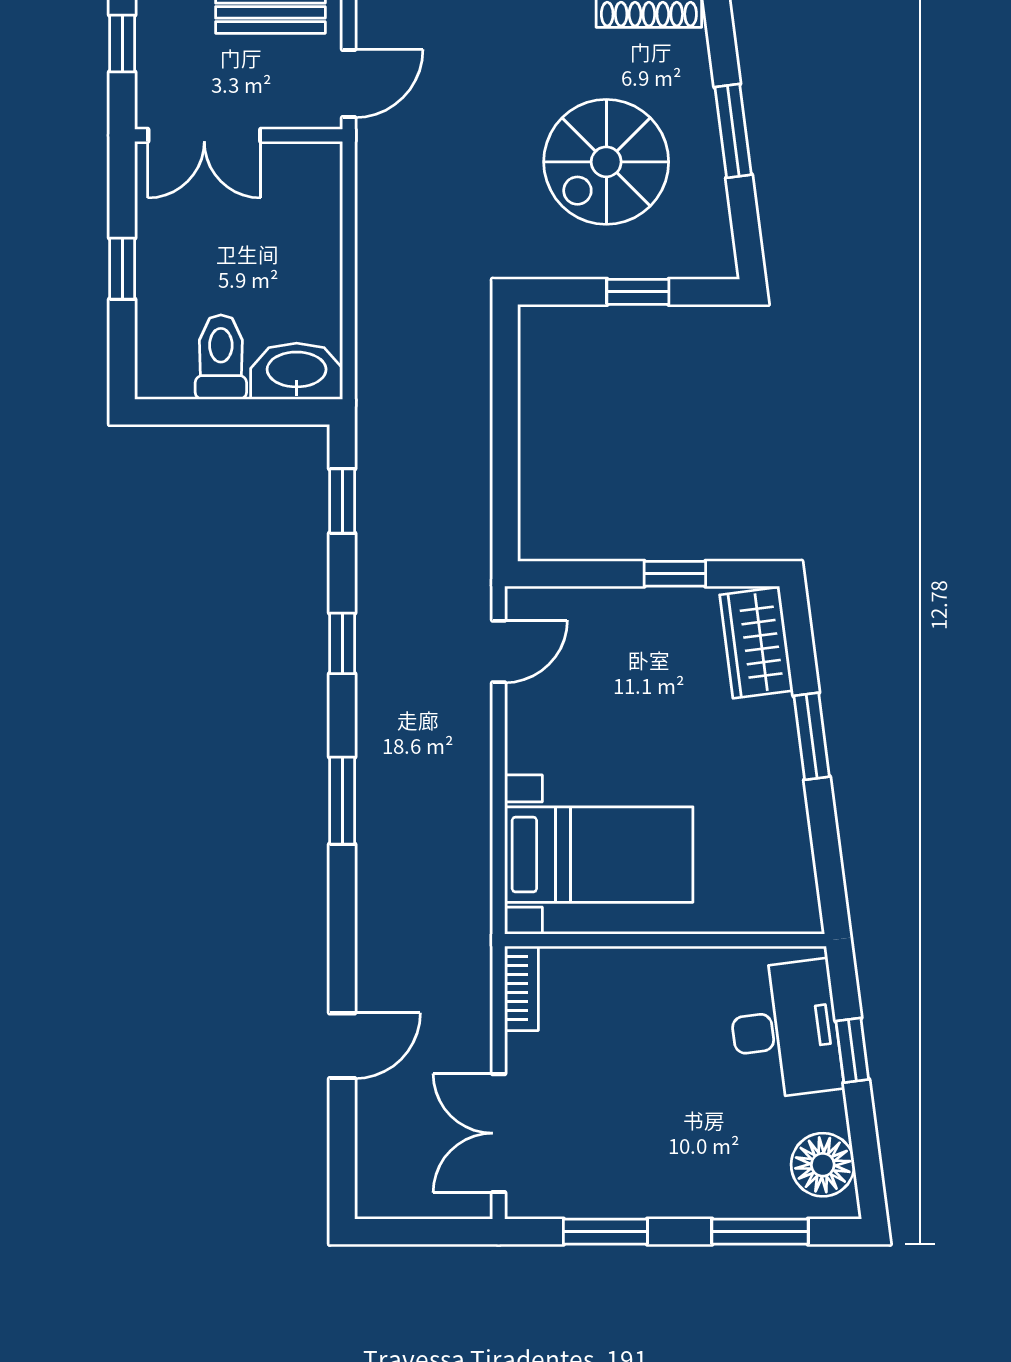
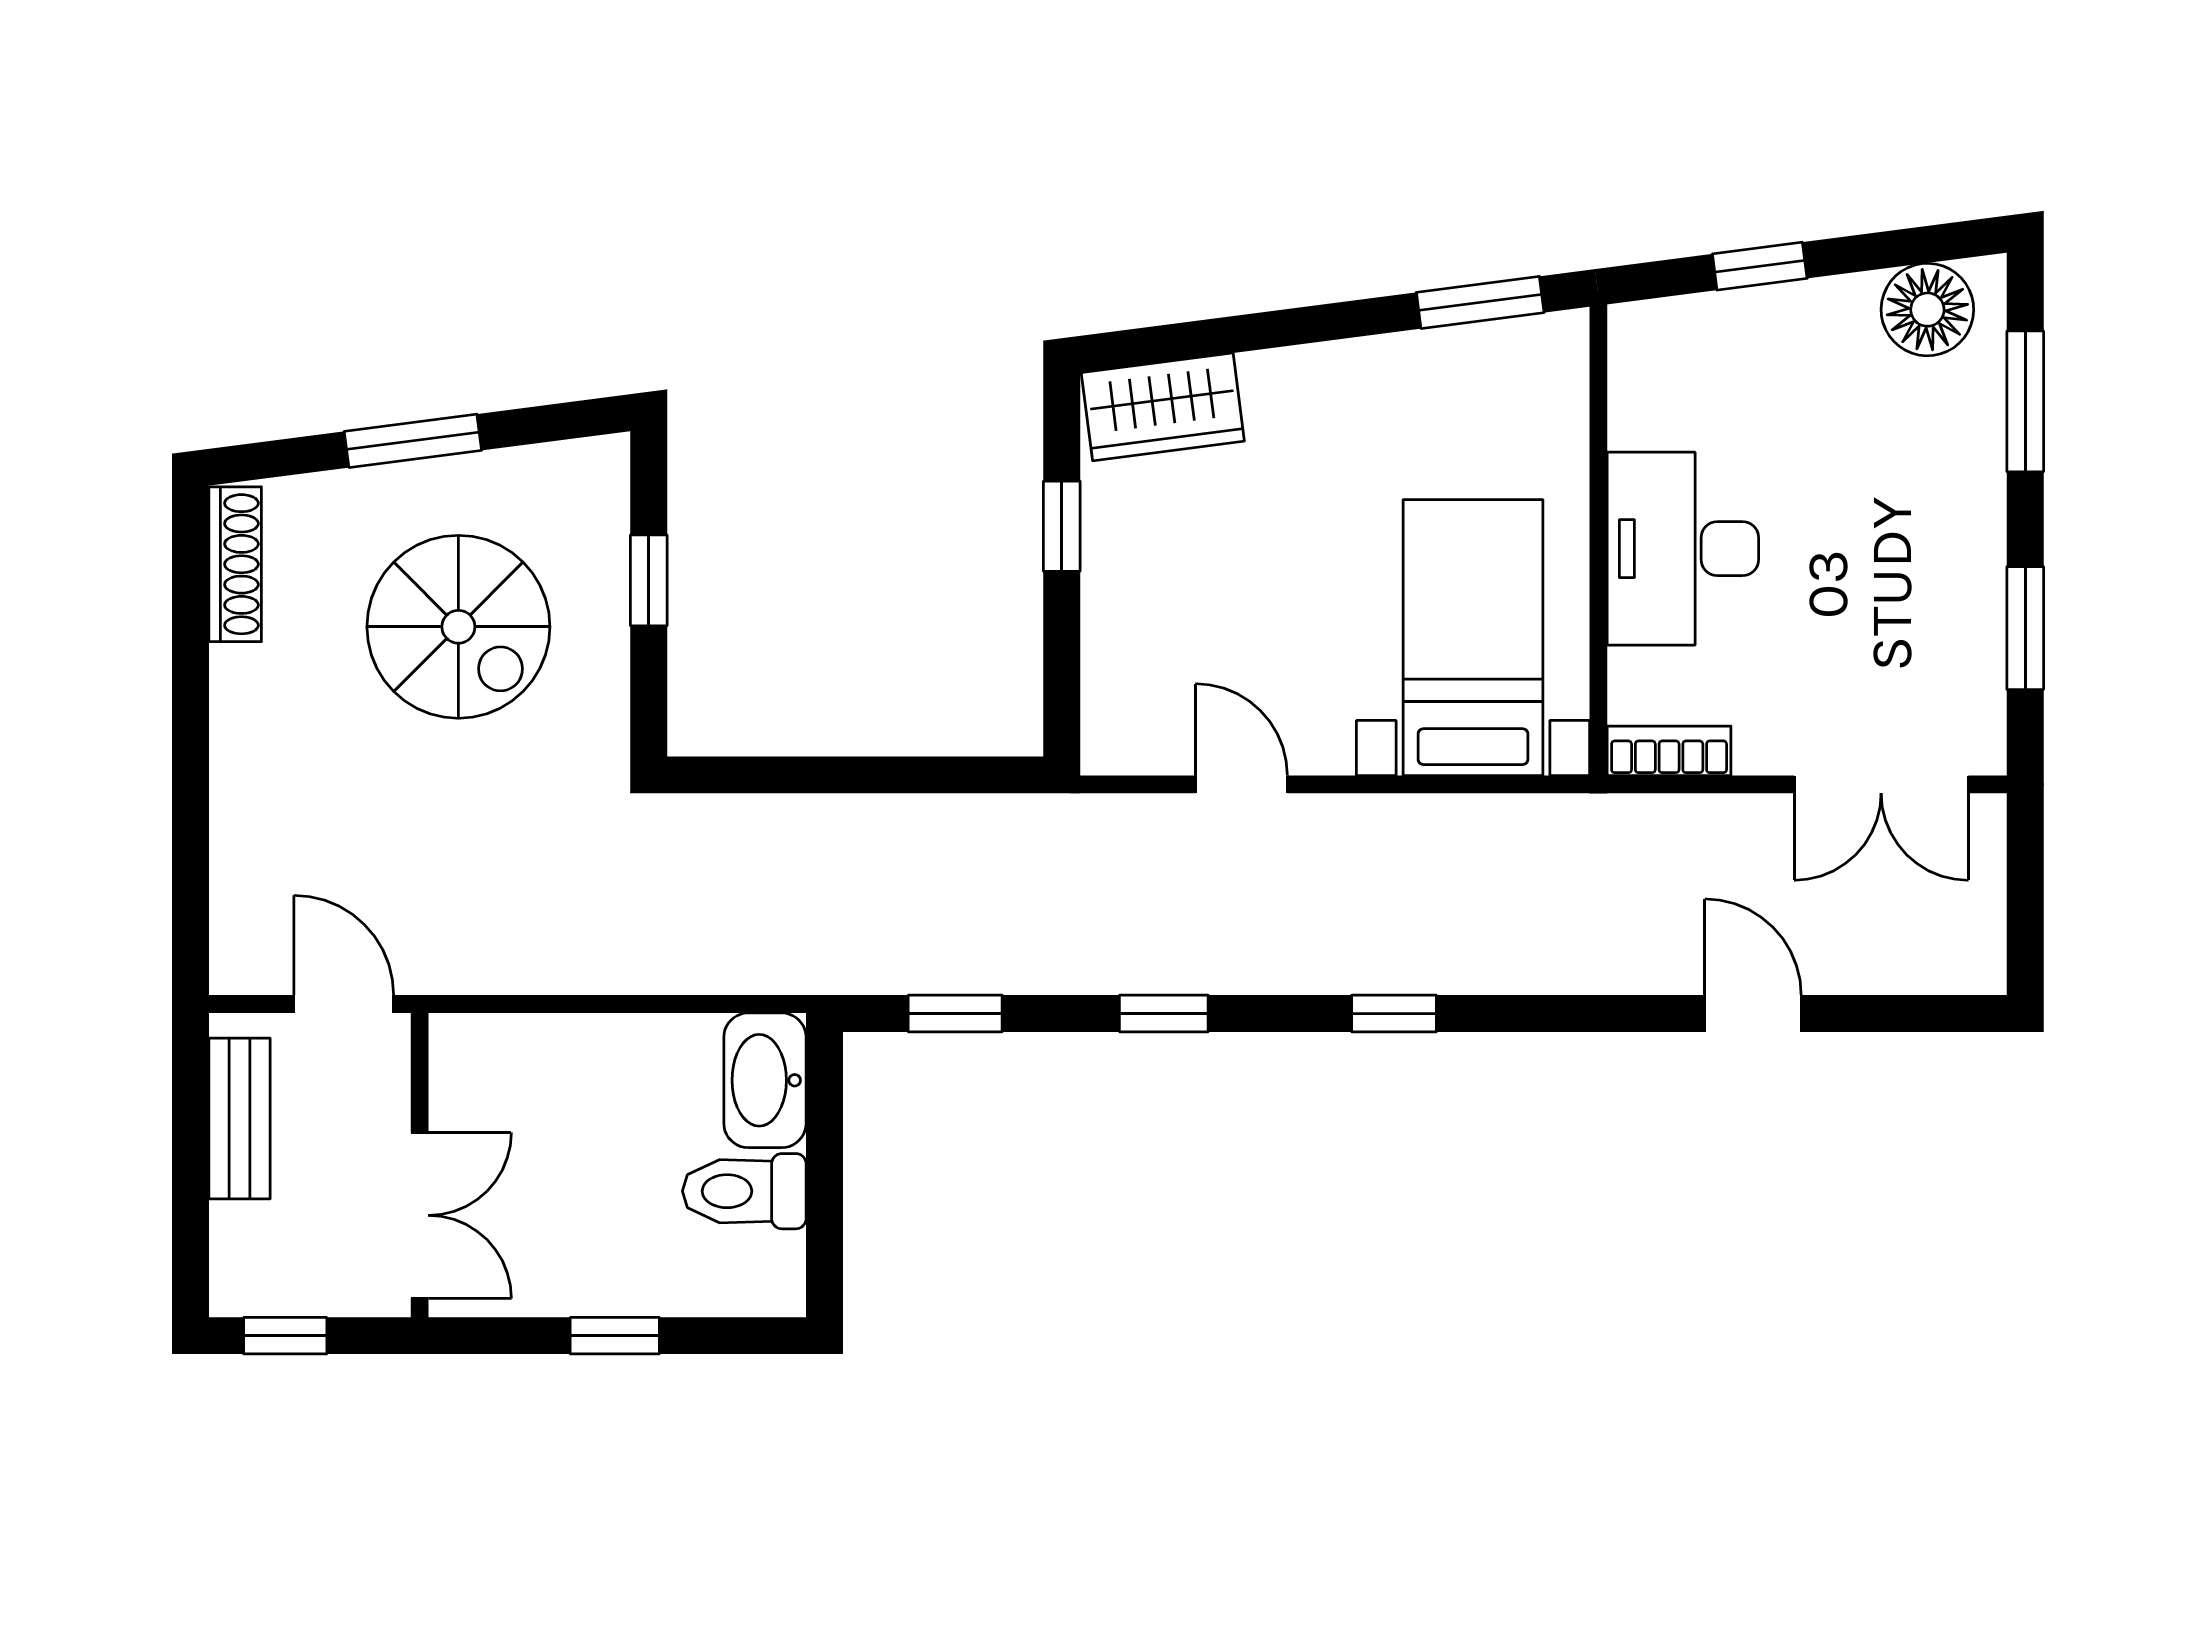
door: (499, 651) -> (1241, 784), moved
window: (812, 736) -> (1480, 302), moved
window: (342, 801) -> (1394, 1014), width x0.67
desk: (785, 1030) -> (1683, 549), moved, turned -83

